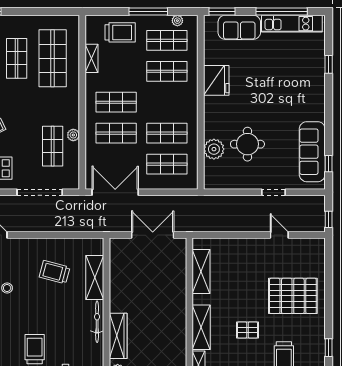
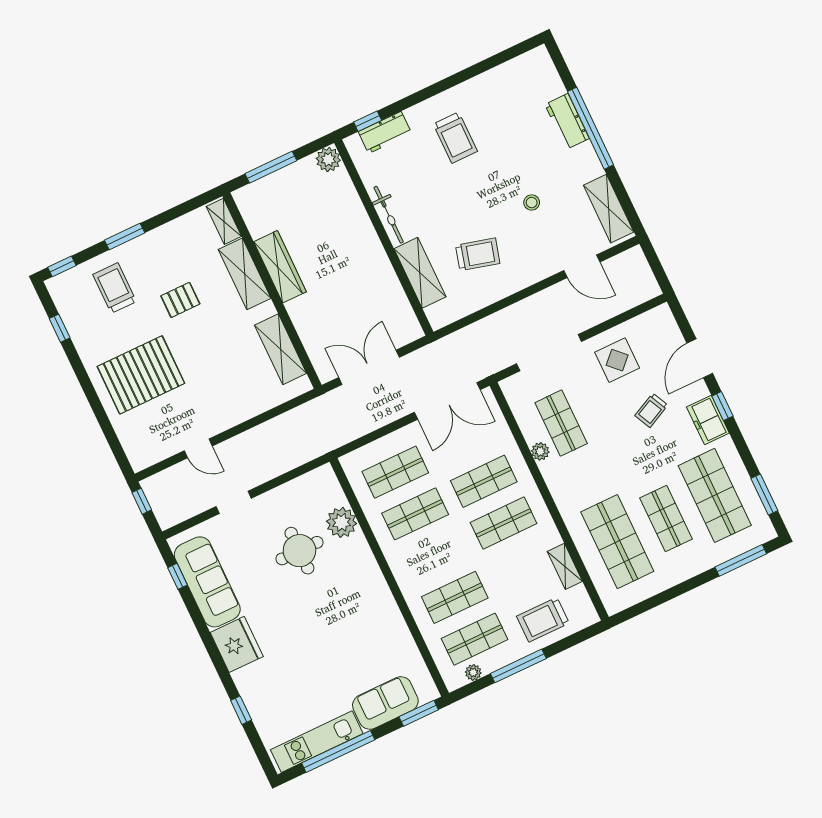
fridge: (216, 80) -> (237, 644), moved, turned 180
double door: (153, 235) -> (369, 367), swing flipped
wardrobe: (118, 336) -> (280, 267), moved, turned 180

